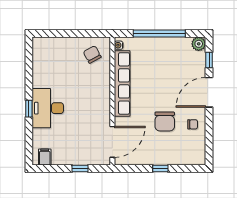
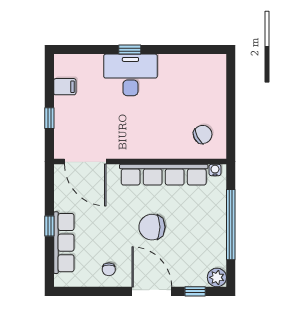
chair: (165, 121) -> (152, 227), moved
filing cabinet: (45, 157) -> (65, 87), moved
row of seats: (173, 158) -> (64, 243), added

